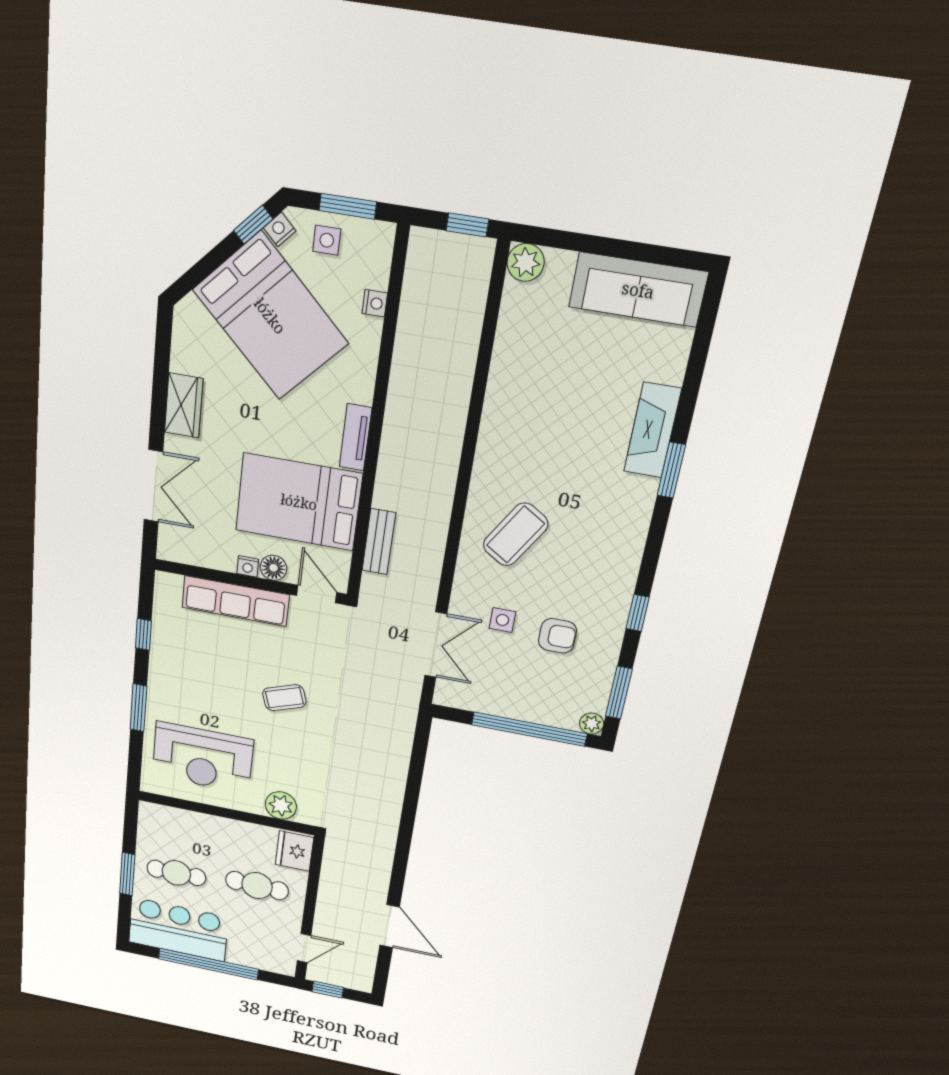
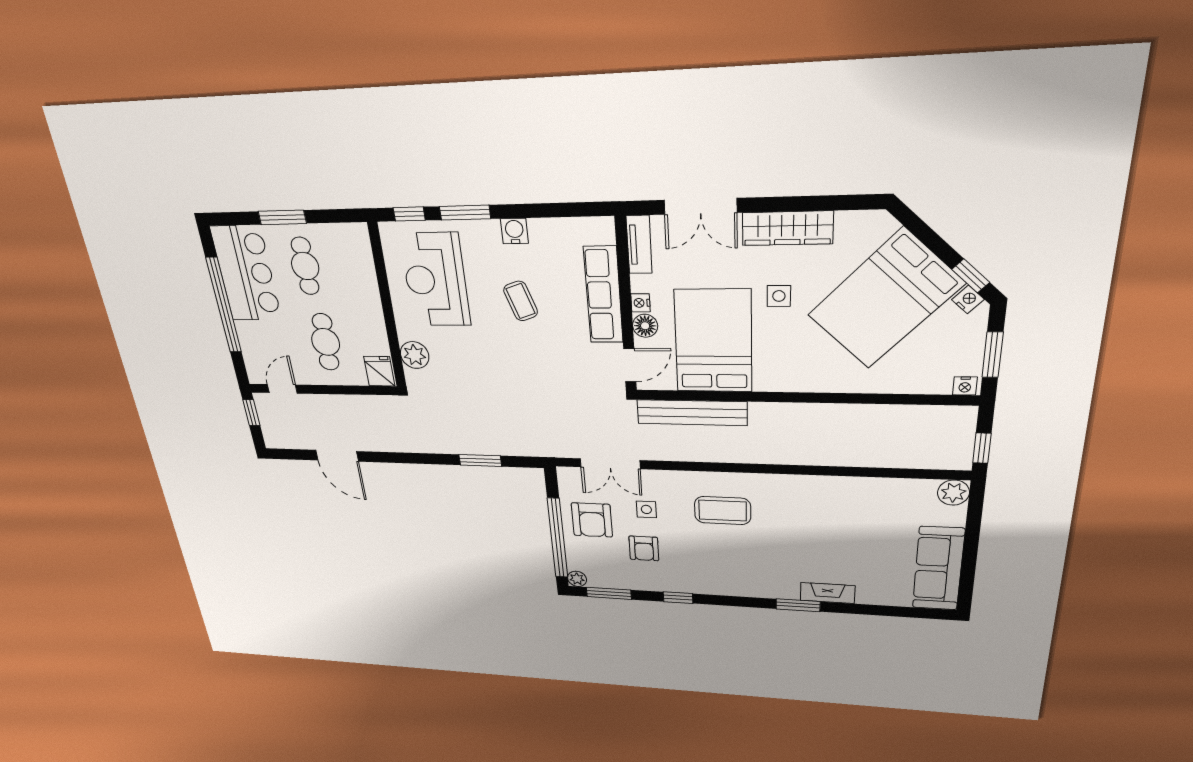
side table: (327, 240) -> (779, 296), moved
nightstand: (375, 303) -> (965, 386), moved
wardrobe: (184, 405) -> (787, 228), width x1.50
fireplace: (652, 430) -> (827, 593), width x0.73, depth x0.76
tv unit: (355, 437) -> (639, 245), moved, turned 90
coffee table: (515, 534) -> (723, 511), turned -32
bench: (379, 542) -> (692, 413), width x1.86, depth x1.21
window: (143, 634) -> (409, 214), moved
water cooler: (161, 668) -> (514, 231), added
armchair: (509, 684) -> (592, 520), added
coffee table: (284, 698) -> (521, 301), moved
window: (414, 781) -> (480, 461), added
fridge: (294, 851) -> (379, 371), width x0.72
door: (390, 926) -> (337, 456), hinge flipped
door: (304, 948) -> (282, 389), swing flipped

